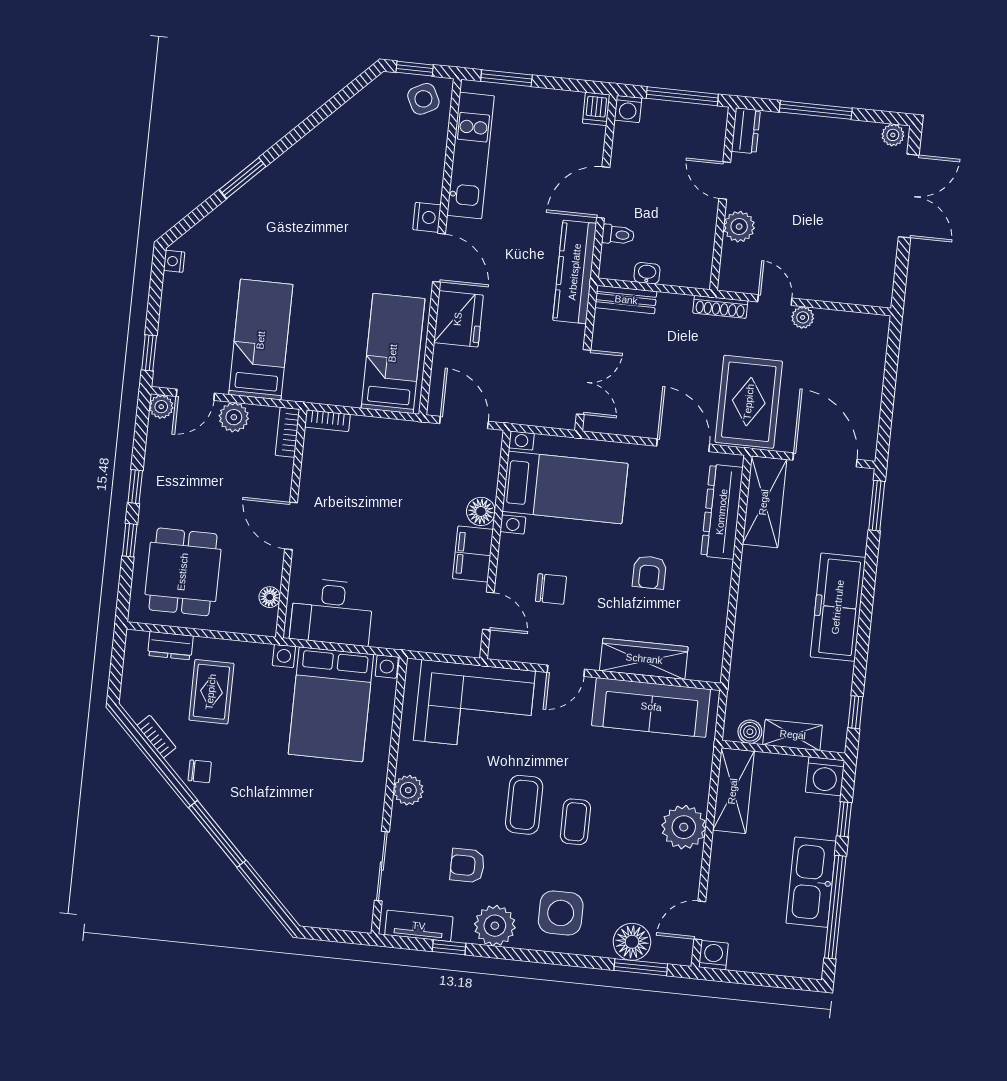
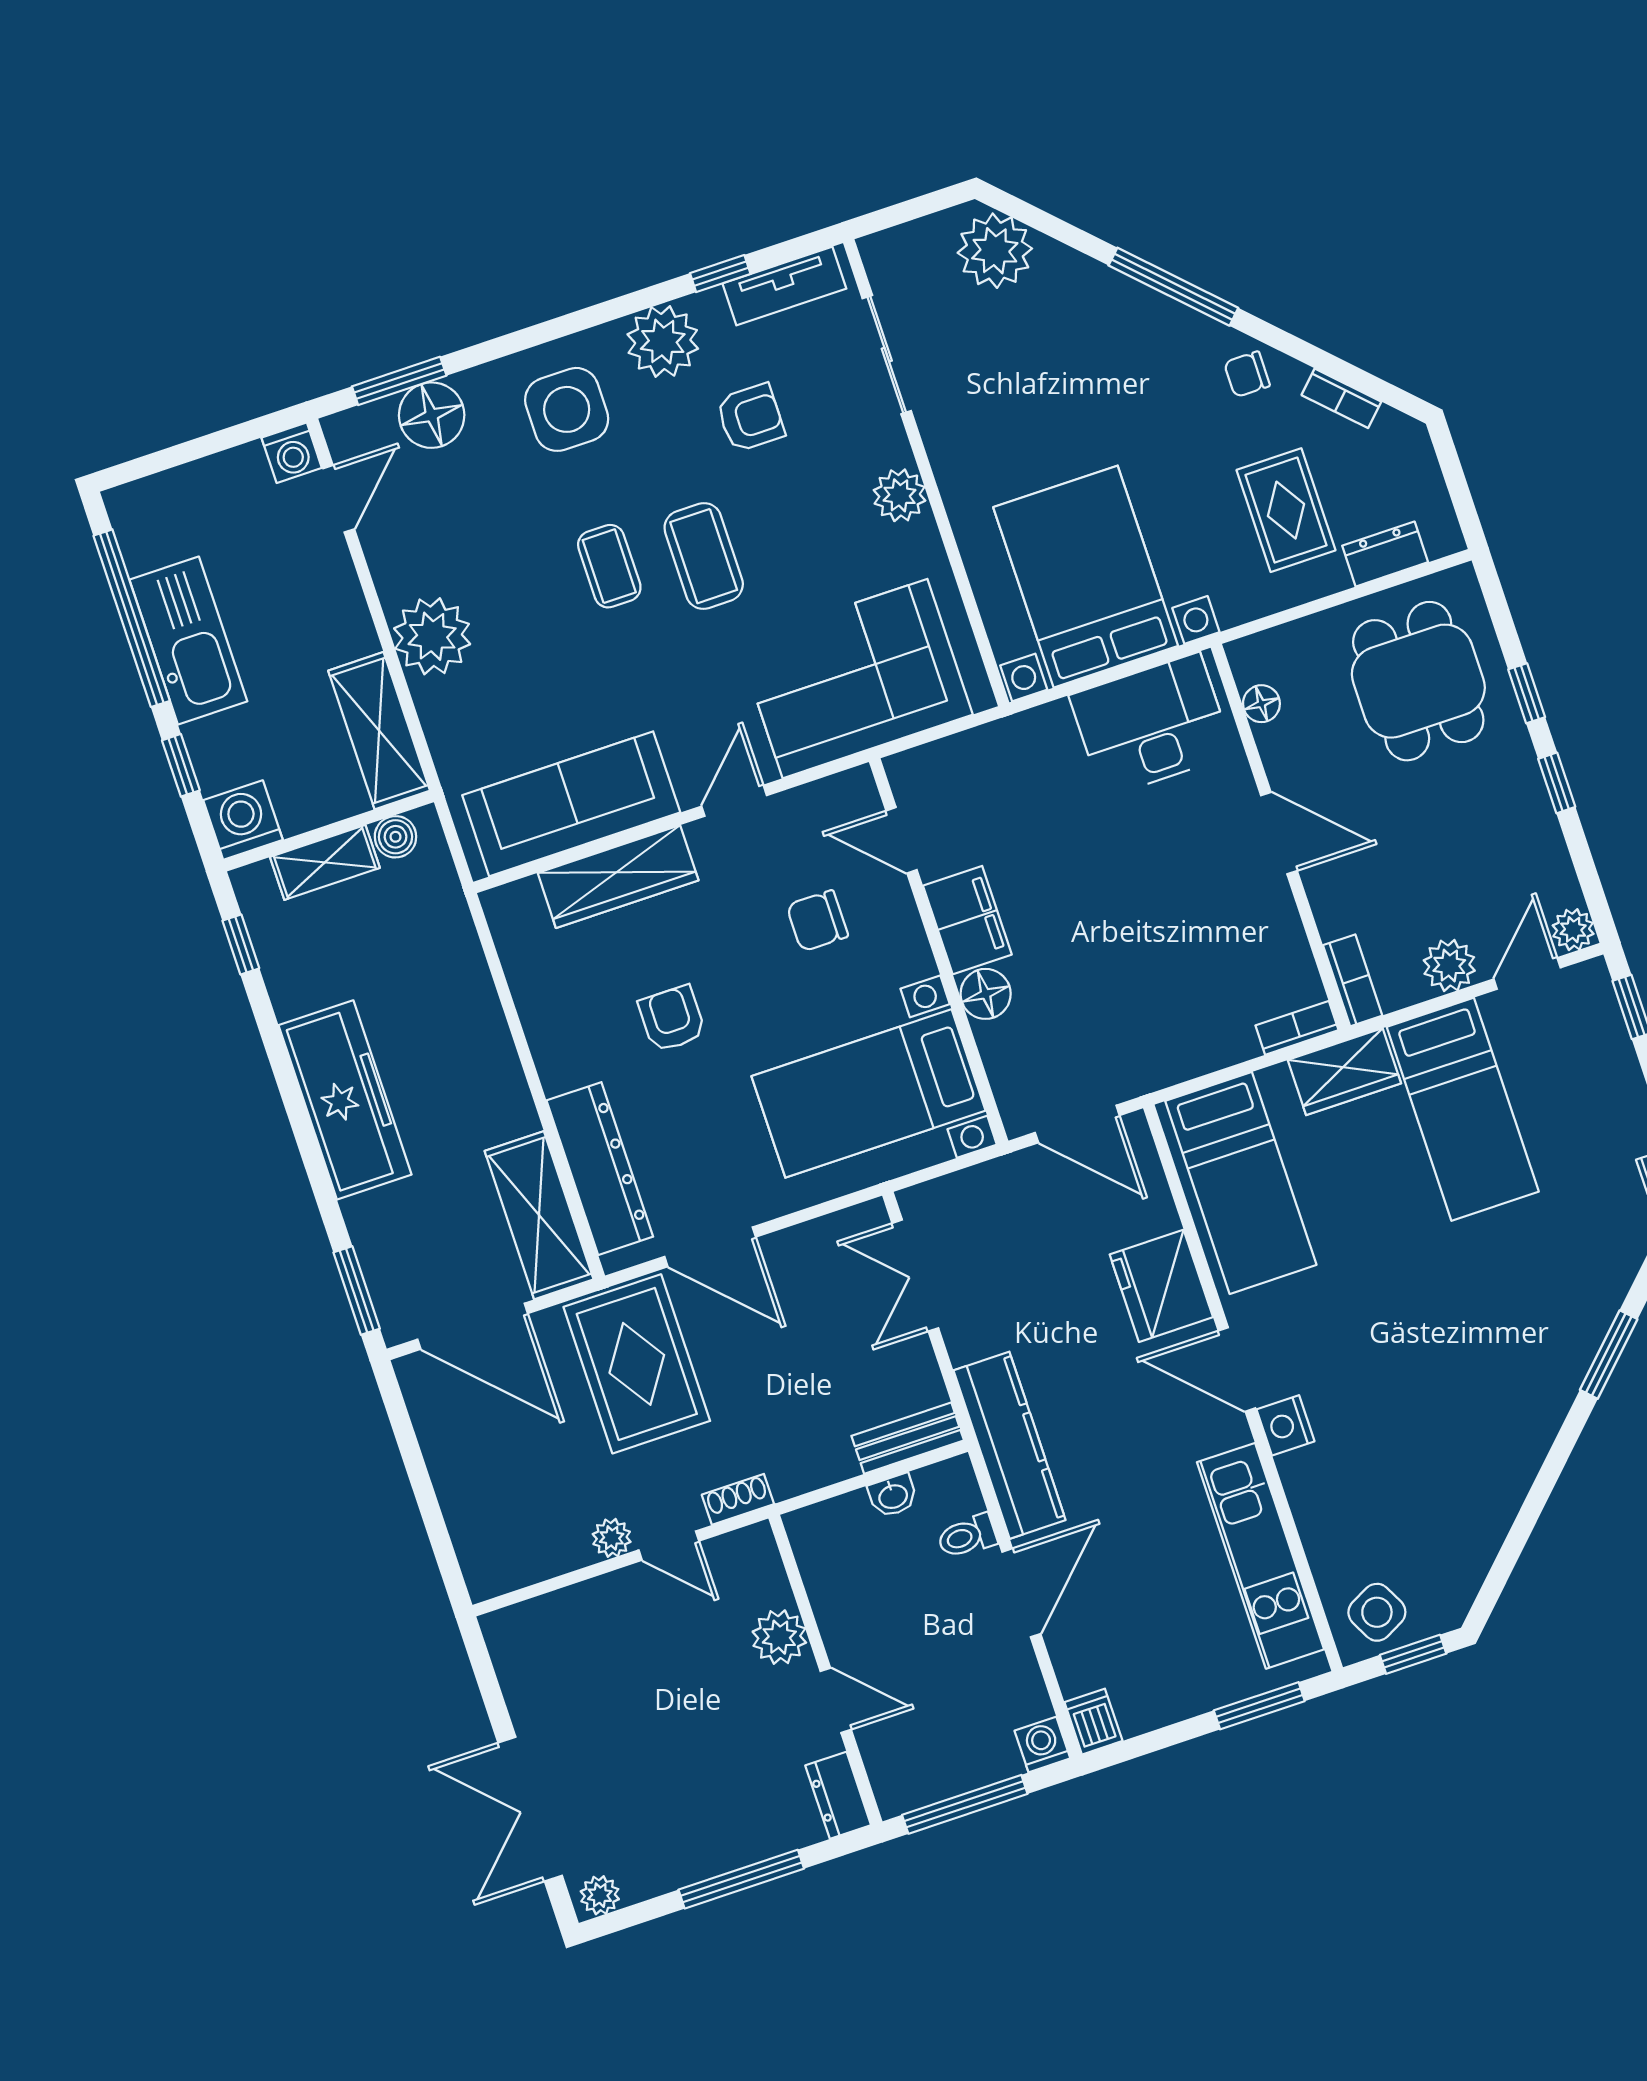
shoe rack: (720, 307) -> (738, 1499), width x0.70
wardrobe: (313, 387) -> (1344, 1072), added
plant: (301, 895) -> (995, 251), added

